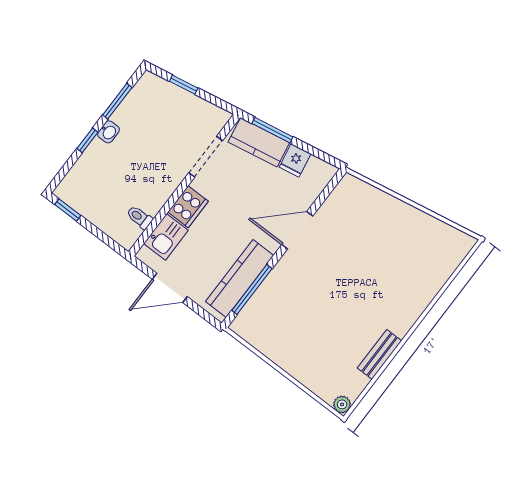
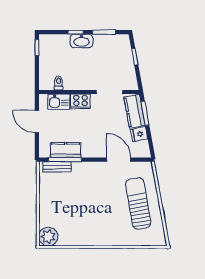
washbasin: (109, 132) -> (81, 41), width x1.91, depth x1.45
door: (297, 230) -> (119, 160), moved
sun lounger: (390, 235) -> (138, 203), added
kitchen counter: (240, 278) -> (66, 150), width x0.67
bench: (380, 354) -> (57, 167), moved
plant: (342, 404) -> (48, 237), width x1.87, depth x1.87

